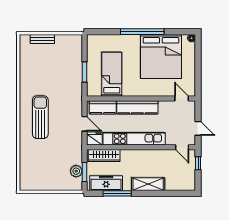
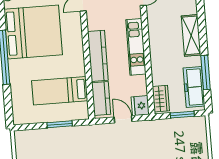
door: (85, 124) -> (123, 119), hinge flipped
kitchen unit: (134, 139) -> (136, 47), width x0.73
wardrobe: (104, 156) -> (161, 99), width x0.67
plant: (76, 171) -> (182, 125), removed

